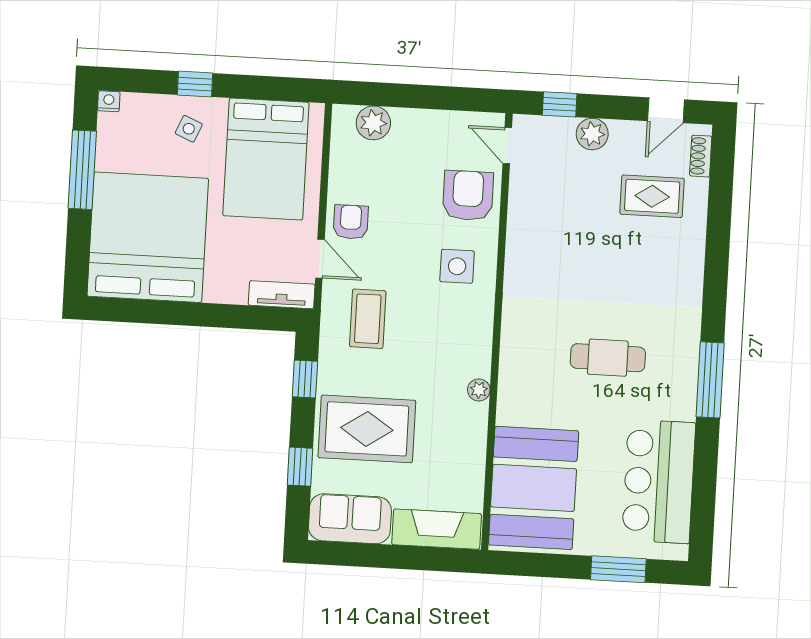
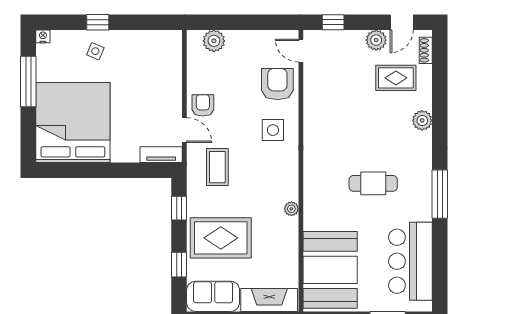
plant: (592, 134) -> (376, 40), moved
bed: (266, 159) -> (146, 68), removed
plant: (689, 264) -> (422, 120), added

